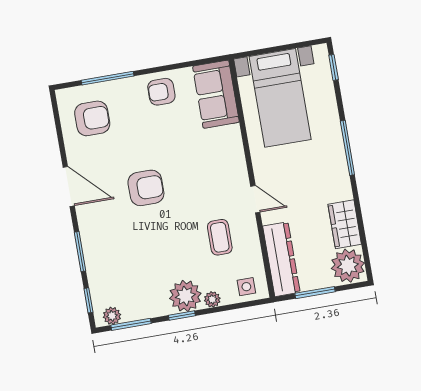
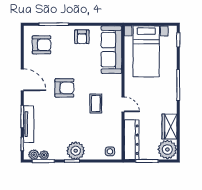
armchair: (161, 92) -> (82, 37), turned -90
sofa: (216, 94) -> (111, 50), width x1.36
coffee table: (220, 237) -> (96, 103), moved
tv unit: (94, 263) -> (29, 124), added
plant: (212, 299) -> (44, 155), moved

